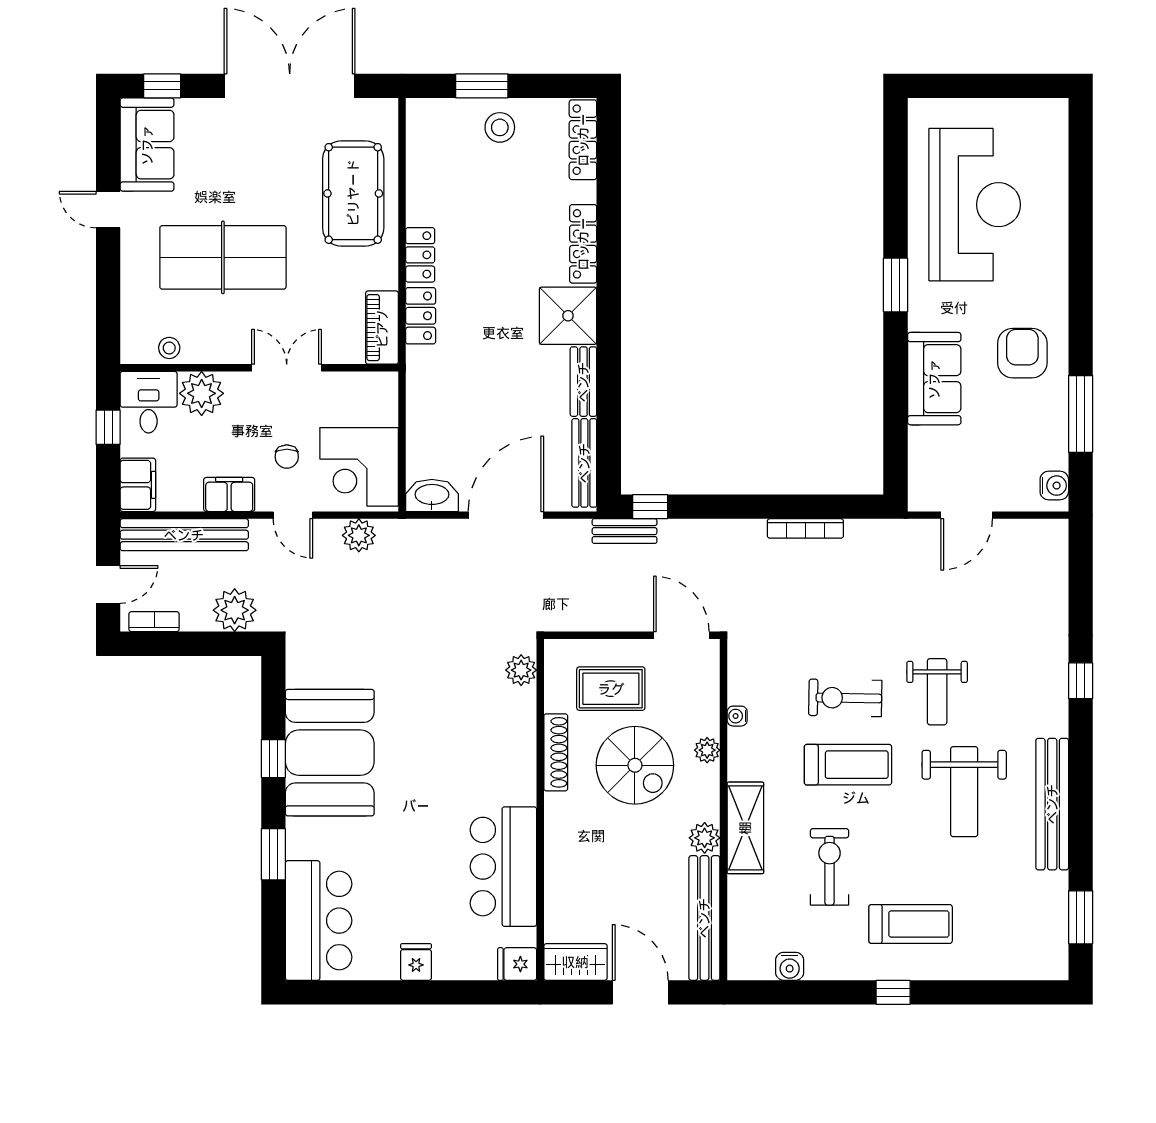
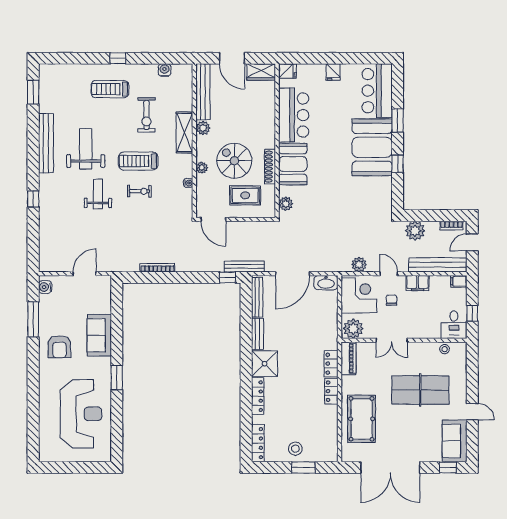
reception desk: (975, 205) -> (81, 414), turned 180
plant: (202, 393) -> (353, 329), moved
filing cabinet: (138, 485) -> (459, 281), width x0.50
bench: (625, 531) -> (244, 266), width x1.36
exercise bike: (845, 698) -> (139, 191), width x0.73, depth x0.72
booth: (330, 753) -> (372, 147), moved
booth: (506, 758) -> (293, 164), added

